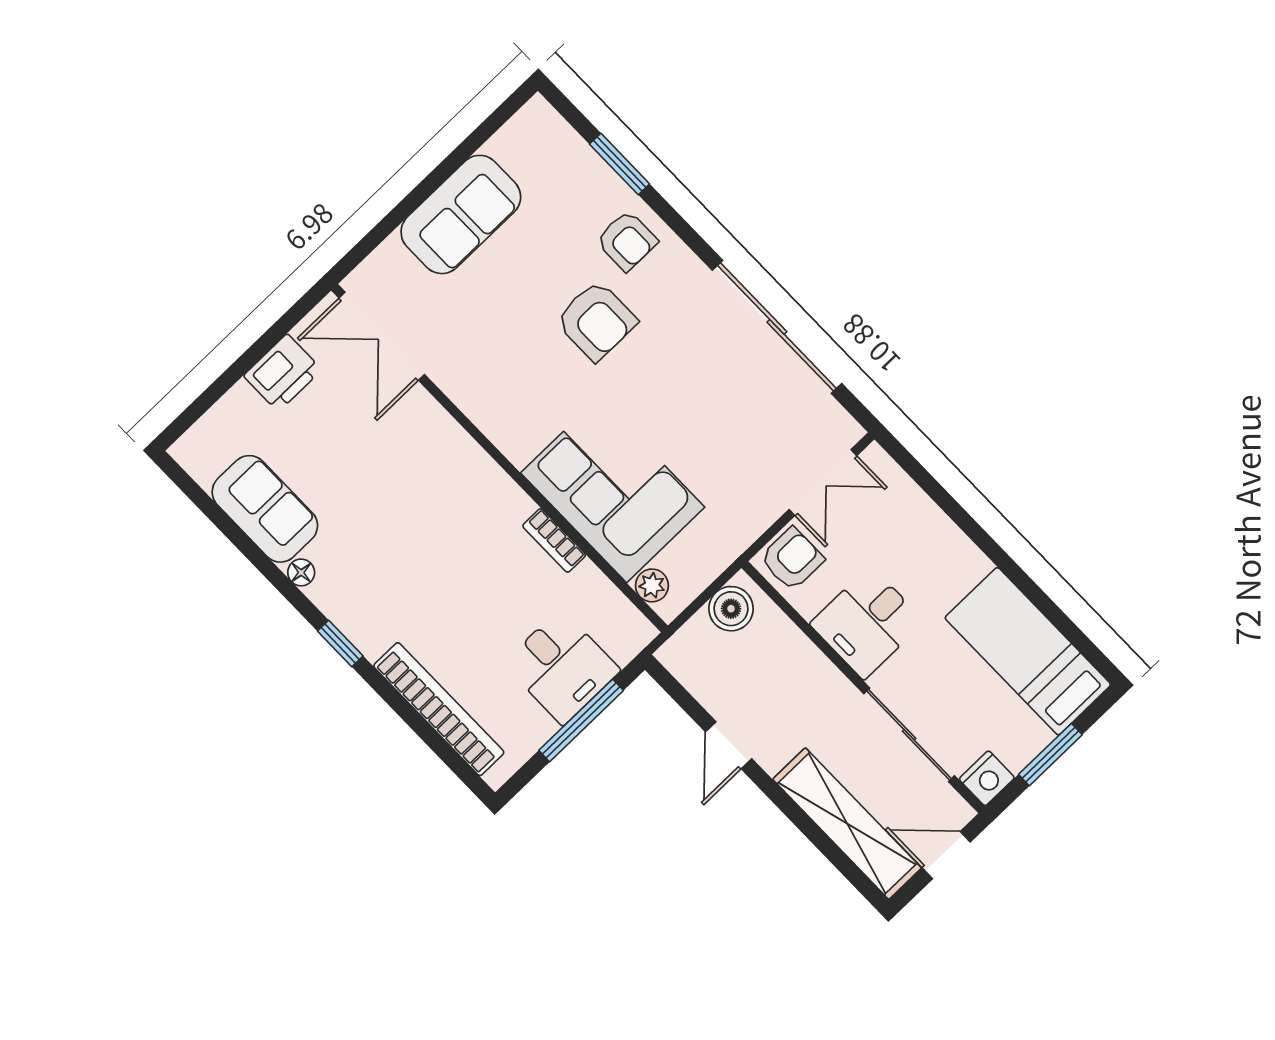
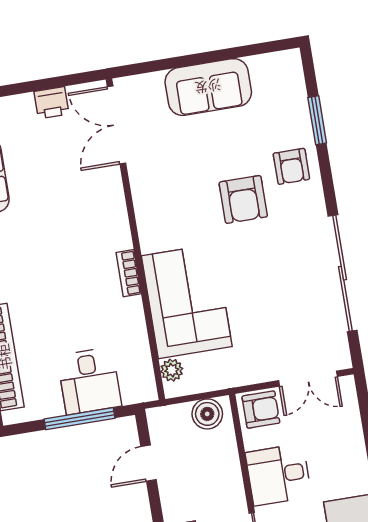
printer: (283, 373) -> (51, 103), width x0.73, depth x0.81
bookcase: (554, 540) -> (129, 273), moved
door: (729, 745) -> (148, 463), moved

